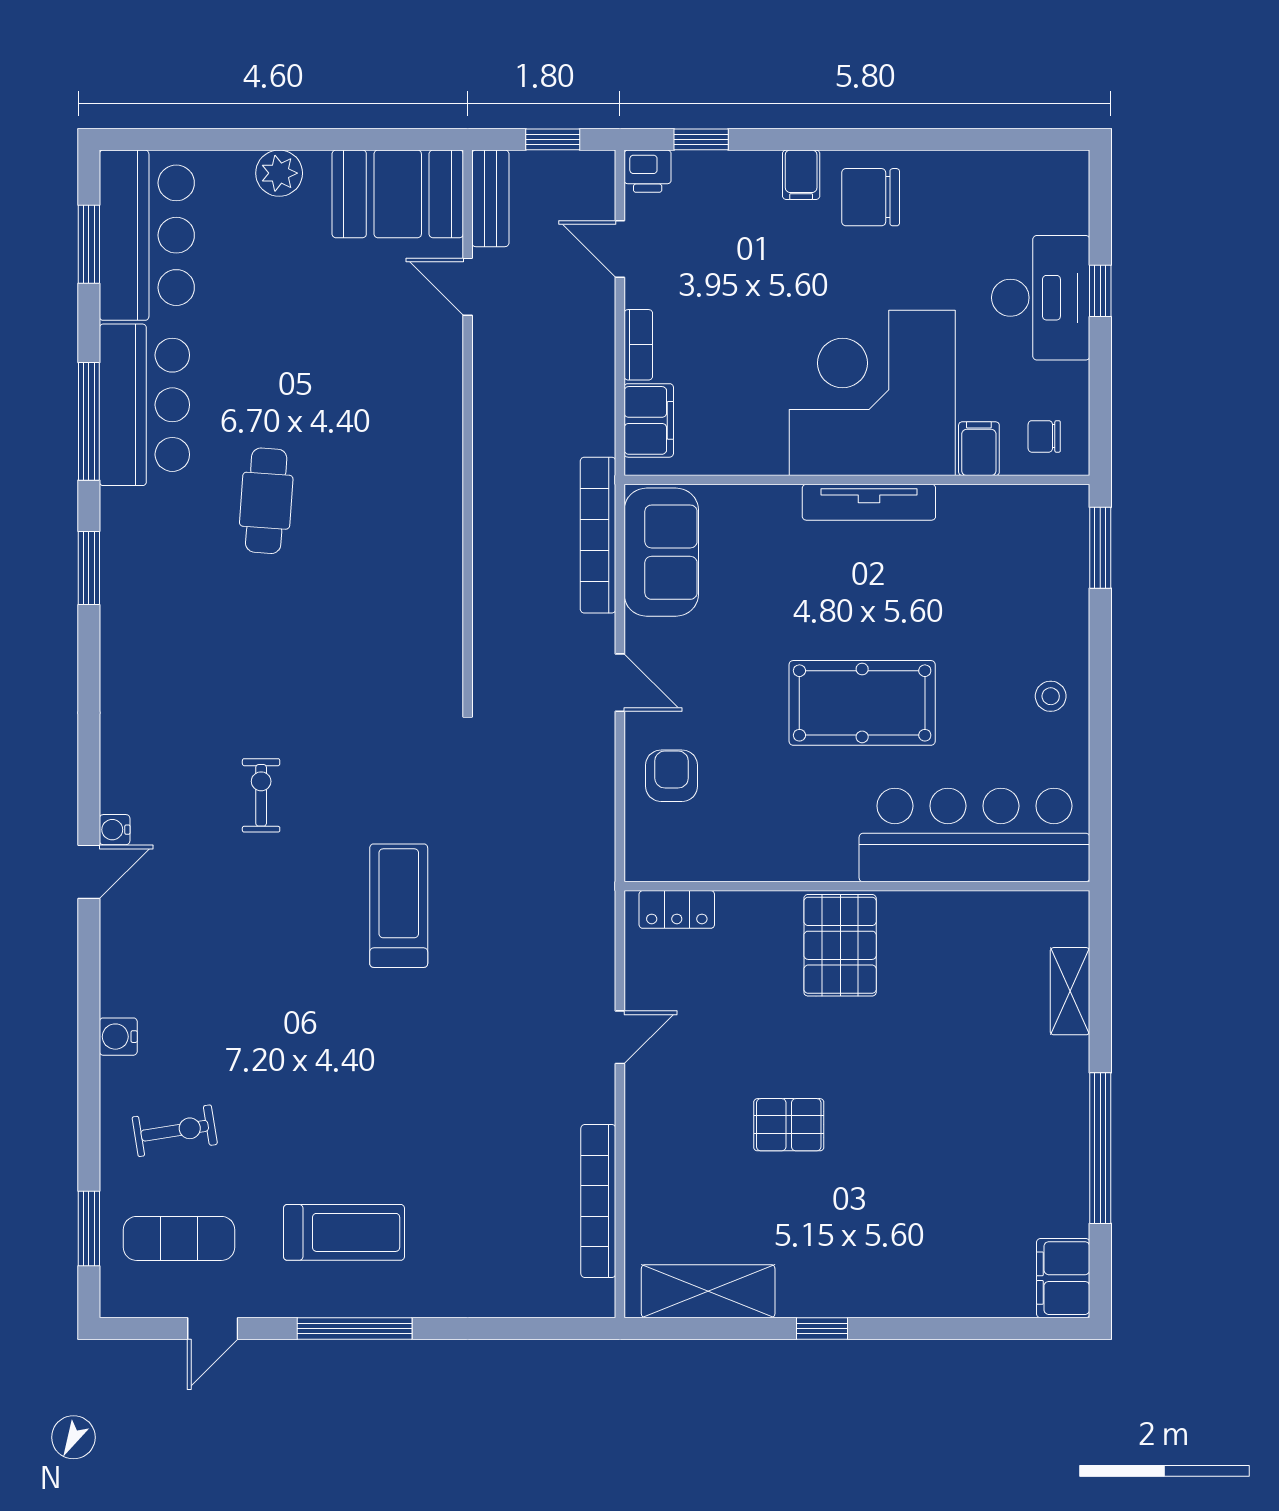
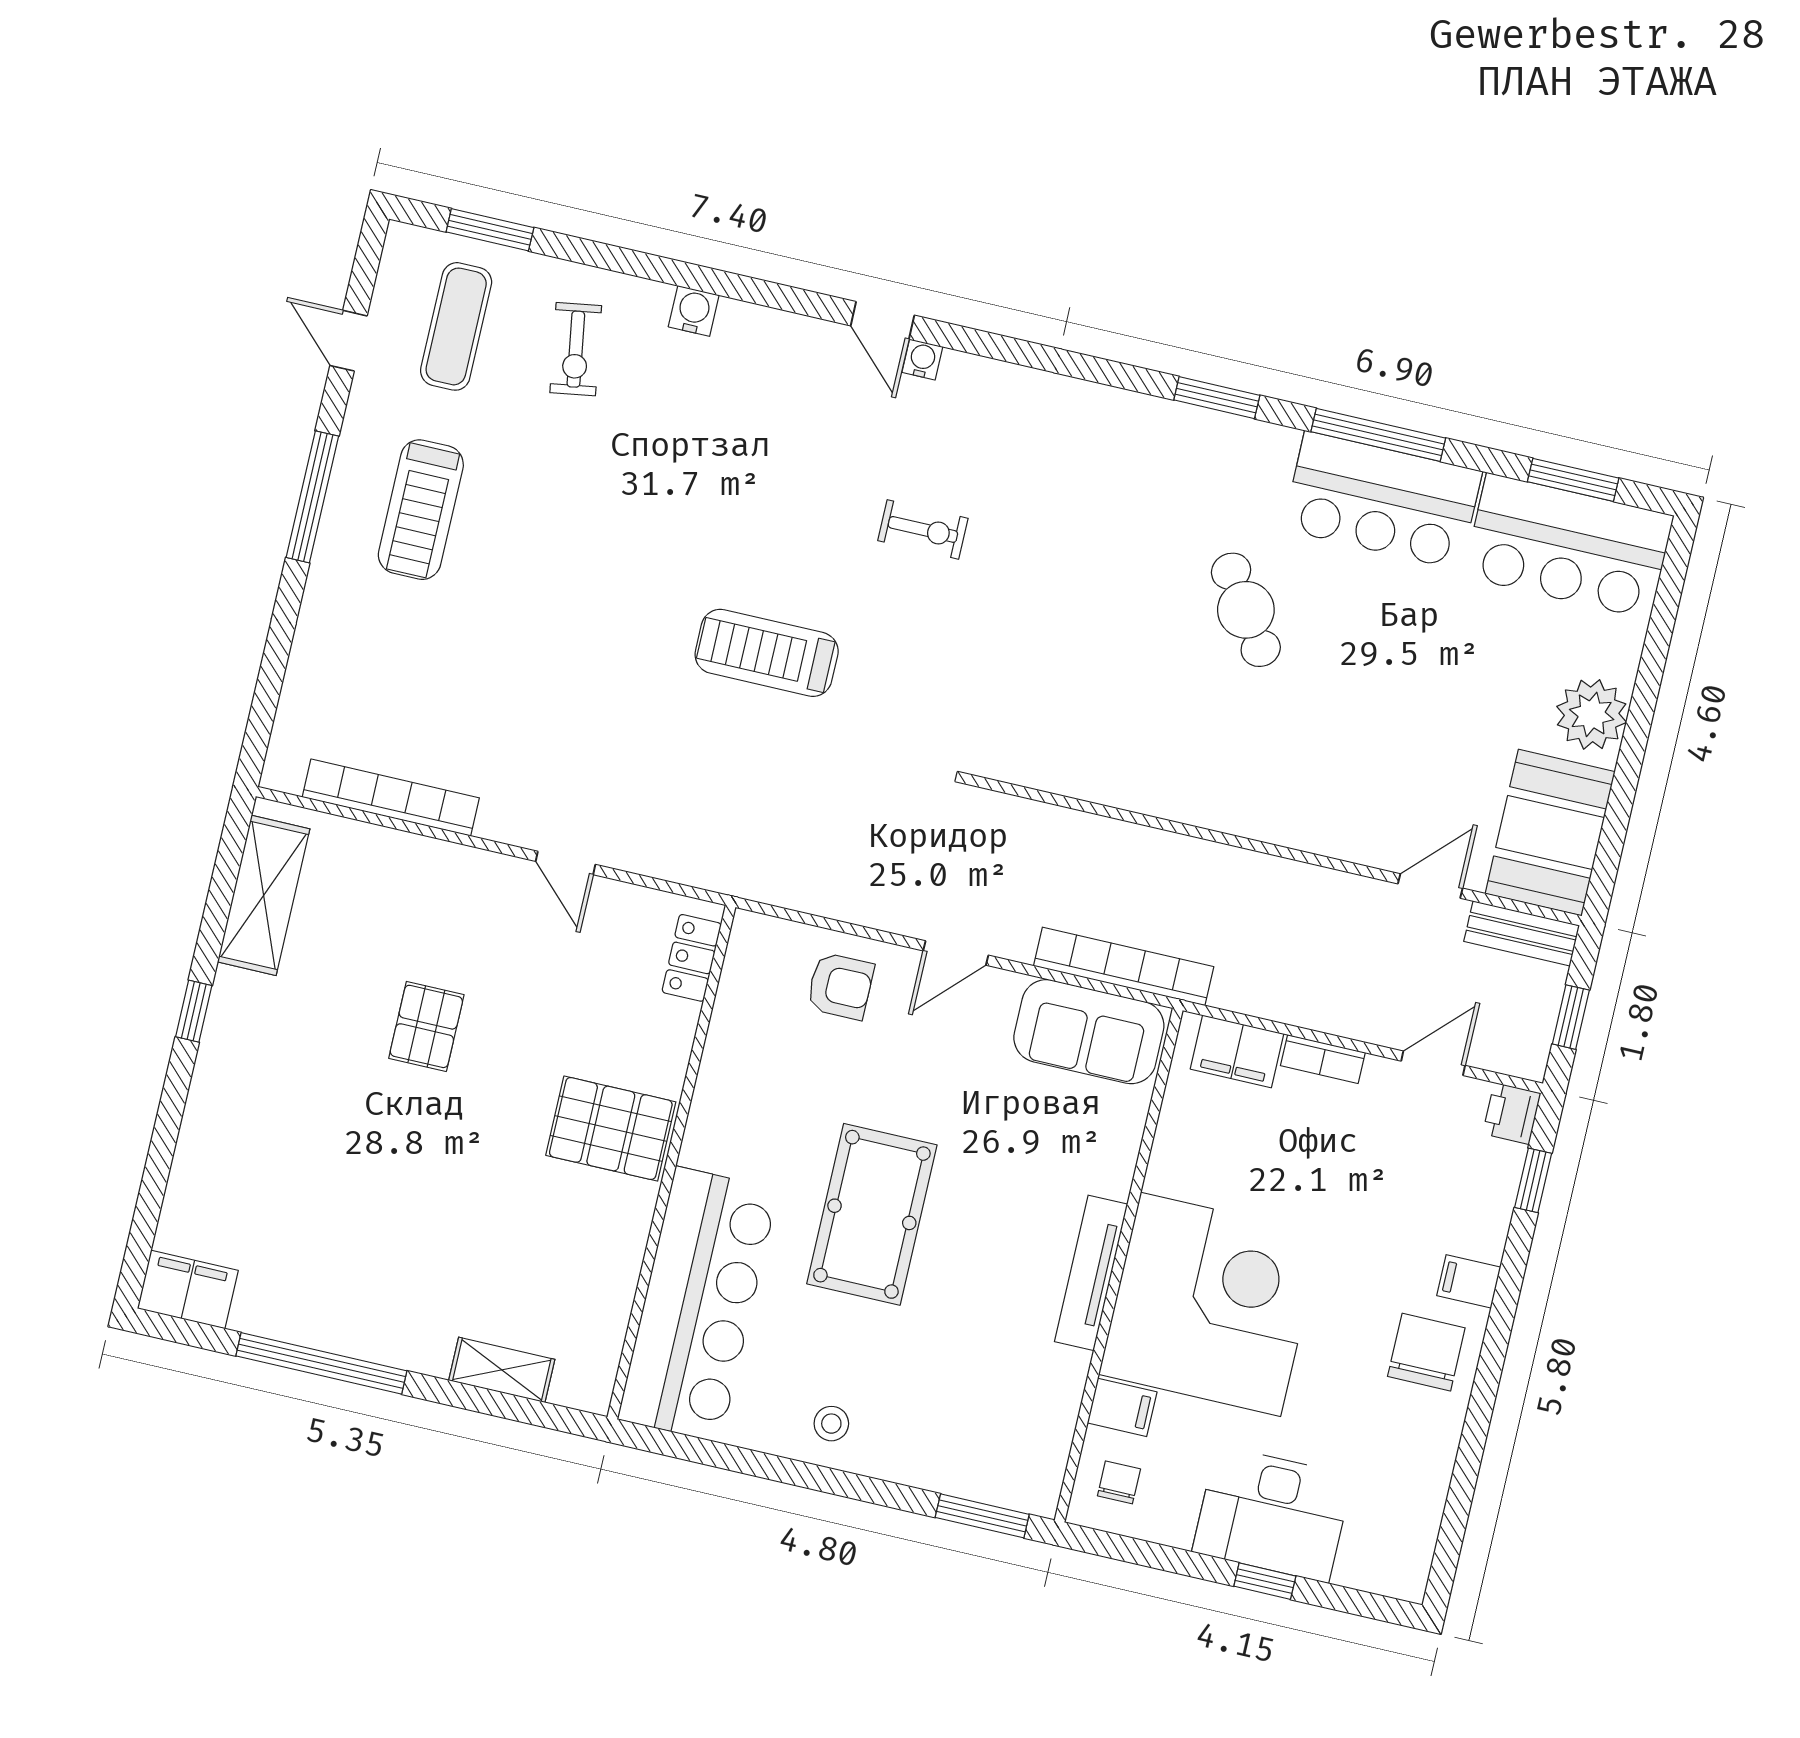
plant: (279, 173) -> (1592, 714), width x1.36, depth x1.36
cafe table: (266, 501) -> (1246, 610), turned 52
treadmill: (399, 906) -> (767, 653), turned 180

